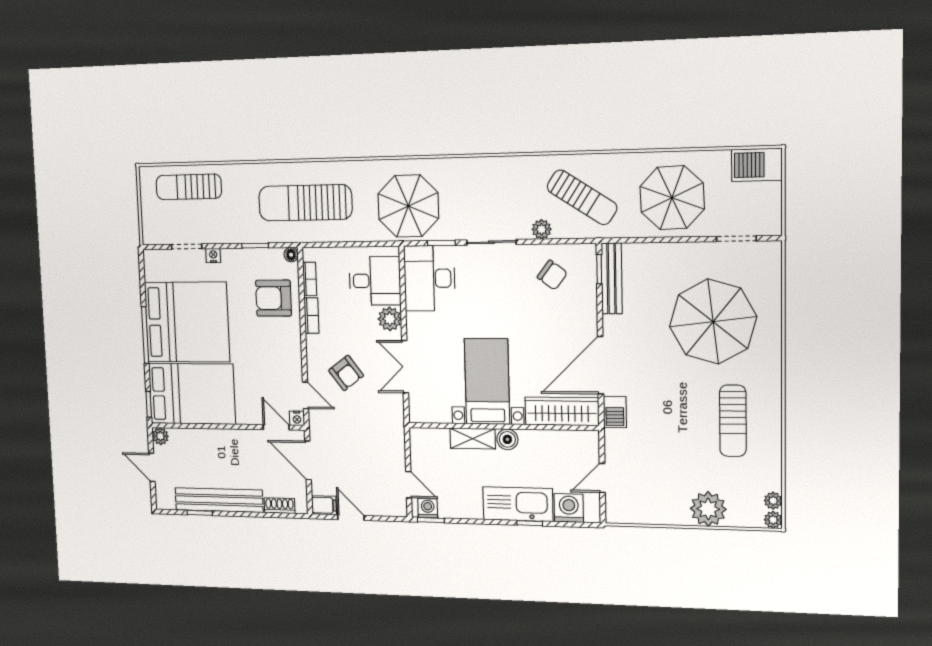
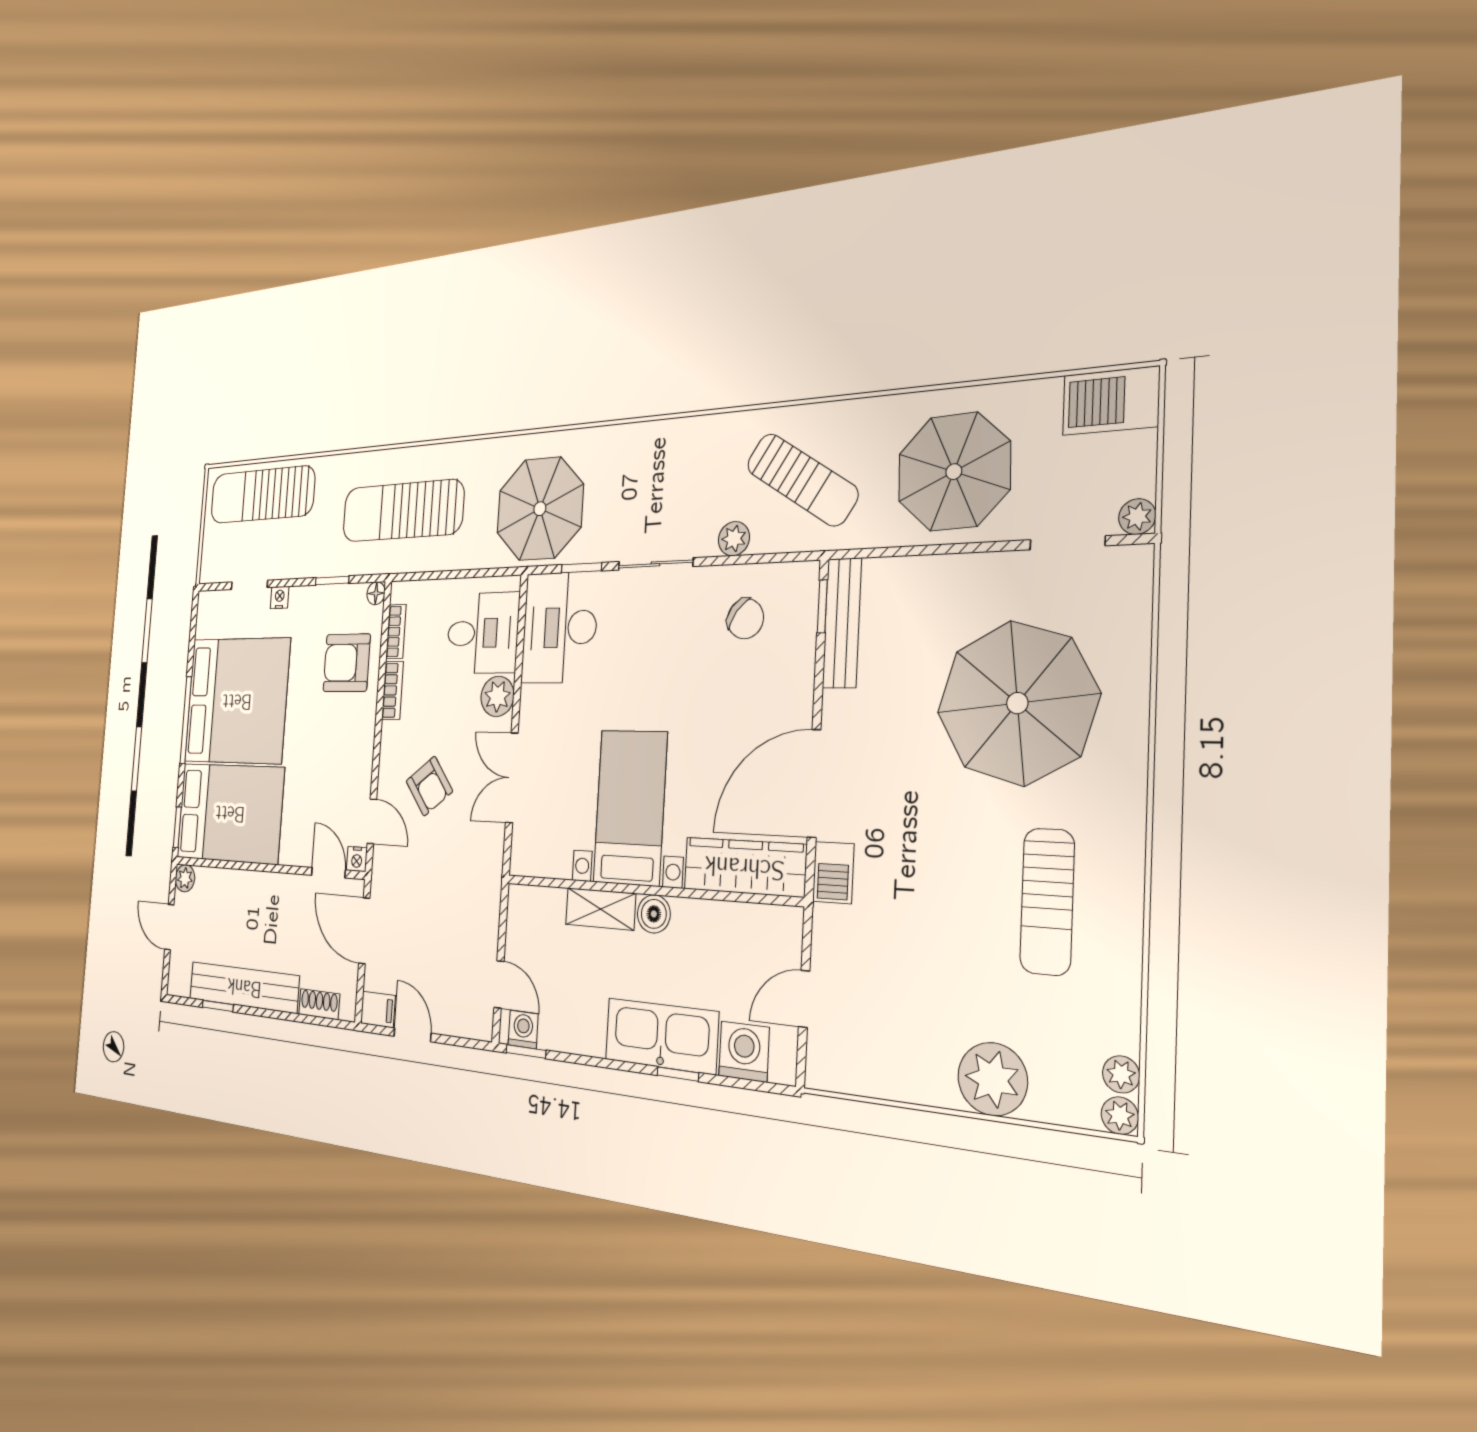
sun lounger: (189, 187) -> (262, 495), width x1.36, depth x1.34
plant: (773, 227) -> (1137, 517), added

